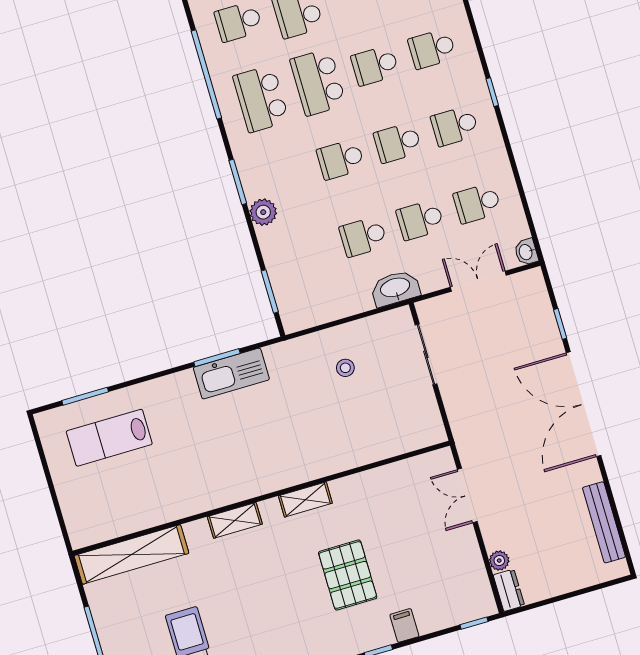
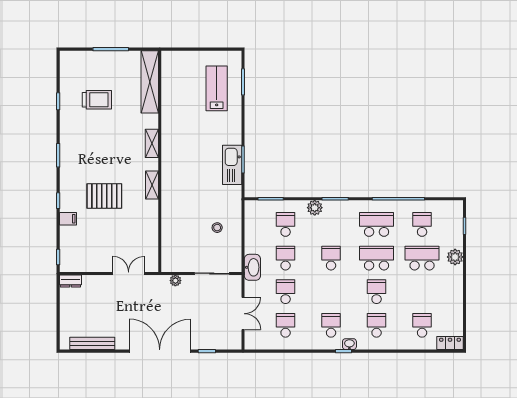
school desk: (398, 143) -> (286, 224), moved
washbasin: (526, 252) -> (349, 344), moved
plant: (499, 561) -> (175, 281), moved

